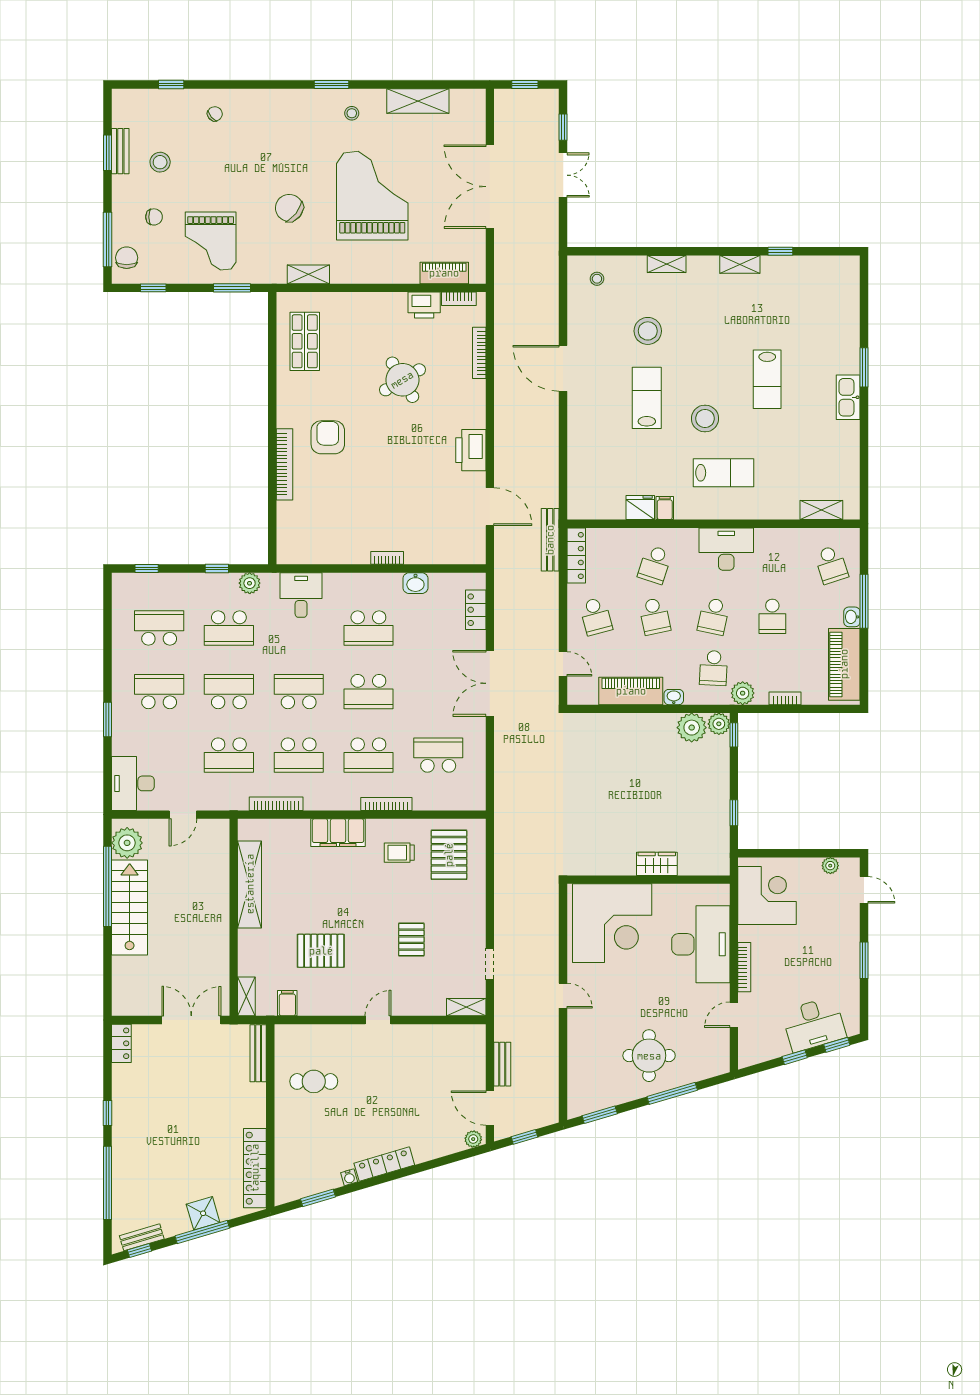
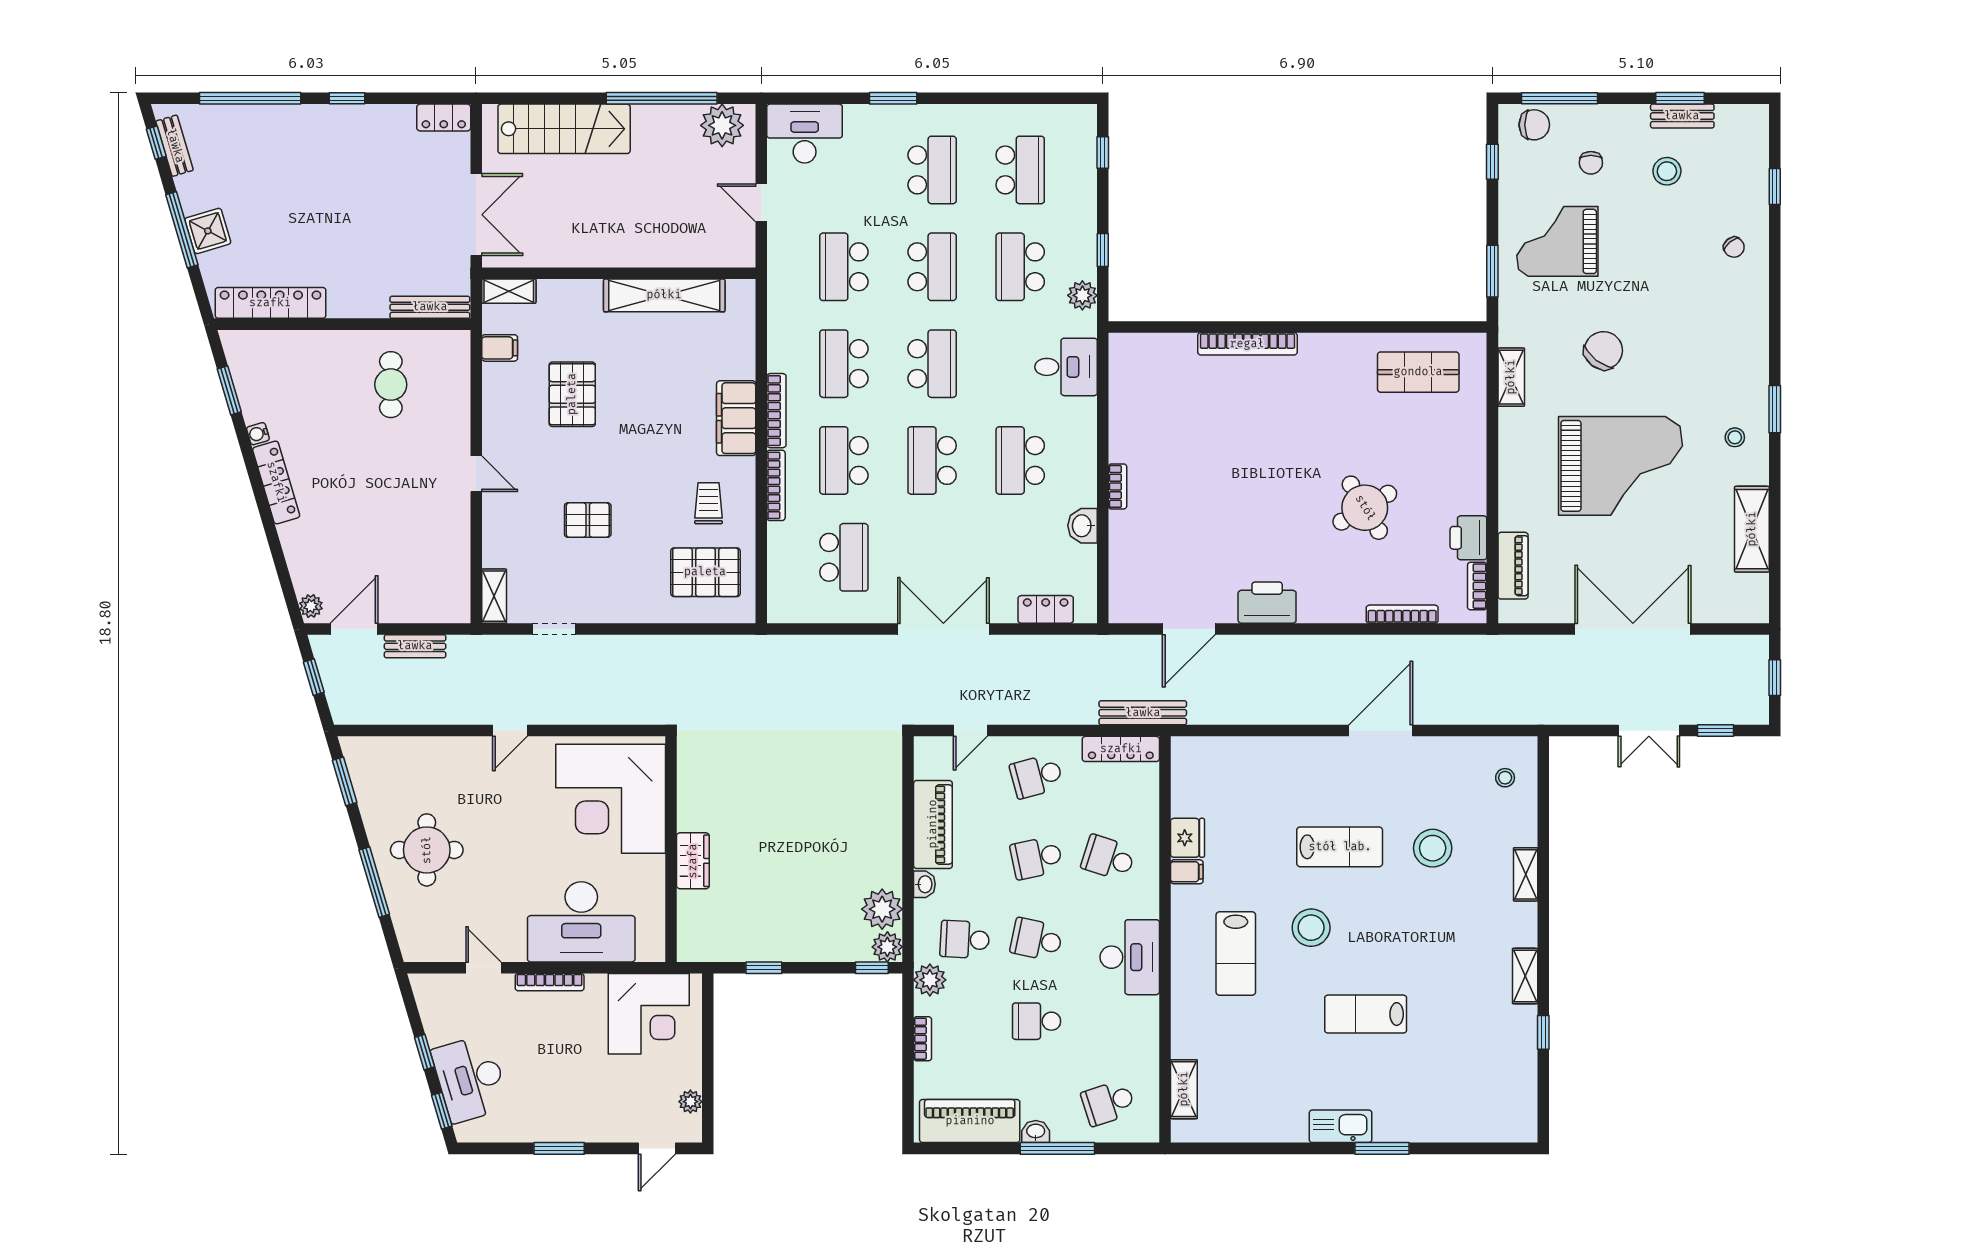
armchair: (328, 437) -> (1285, 404), removed
bookcase: (276, 804) -> (776, 411), moved
stairs: (130, 907) -> (564, 129), moved

